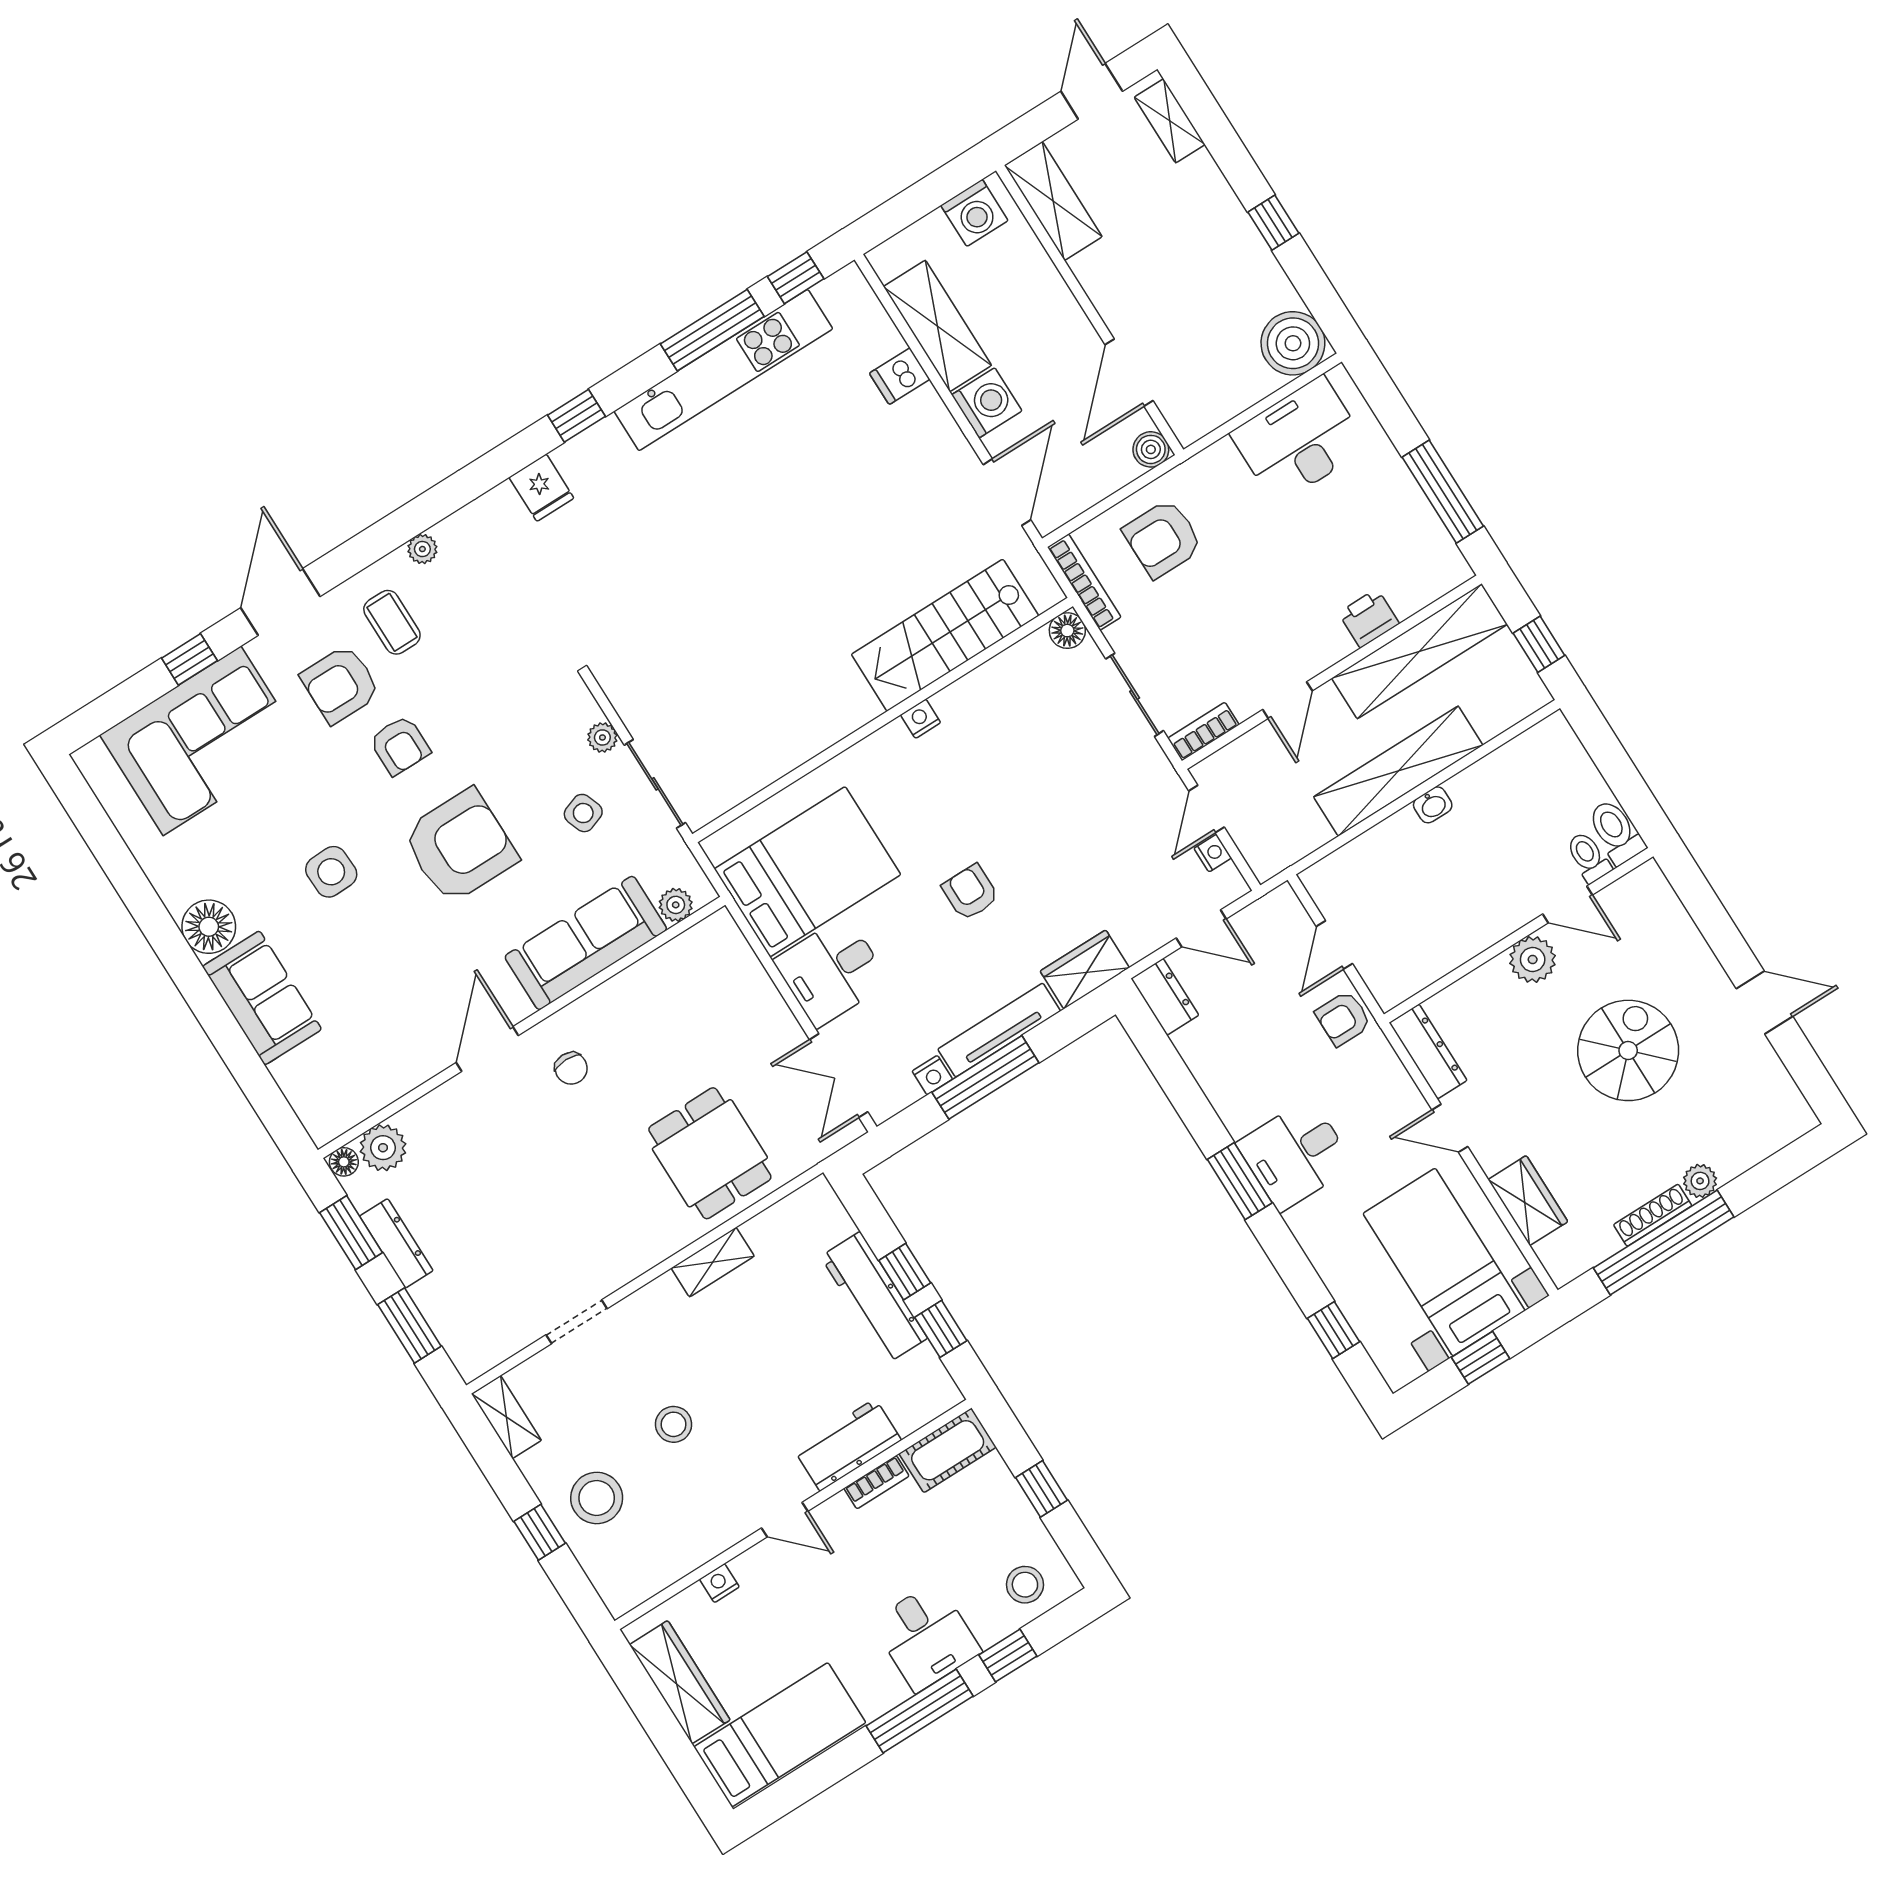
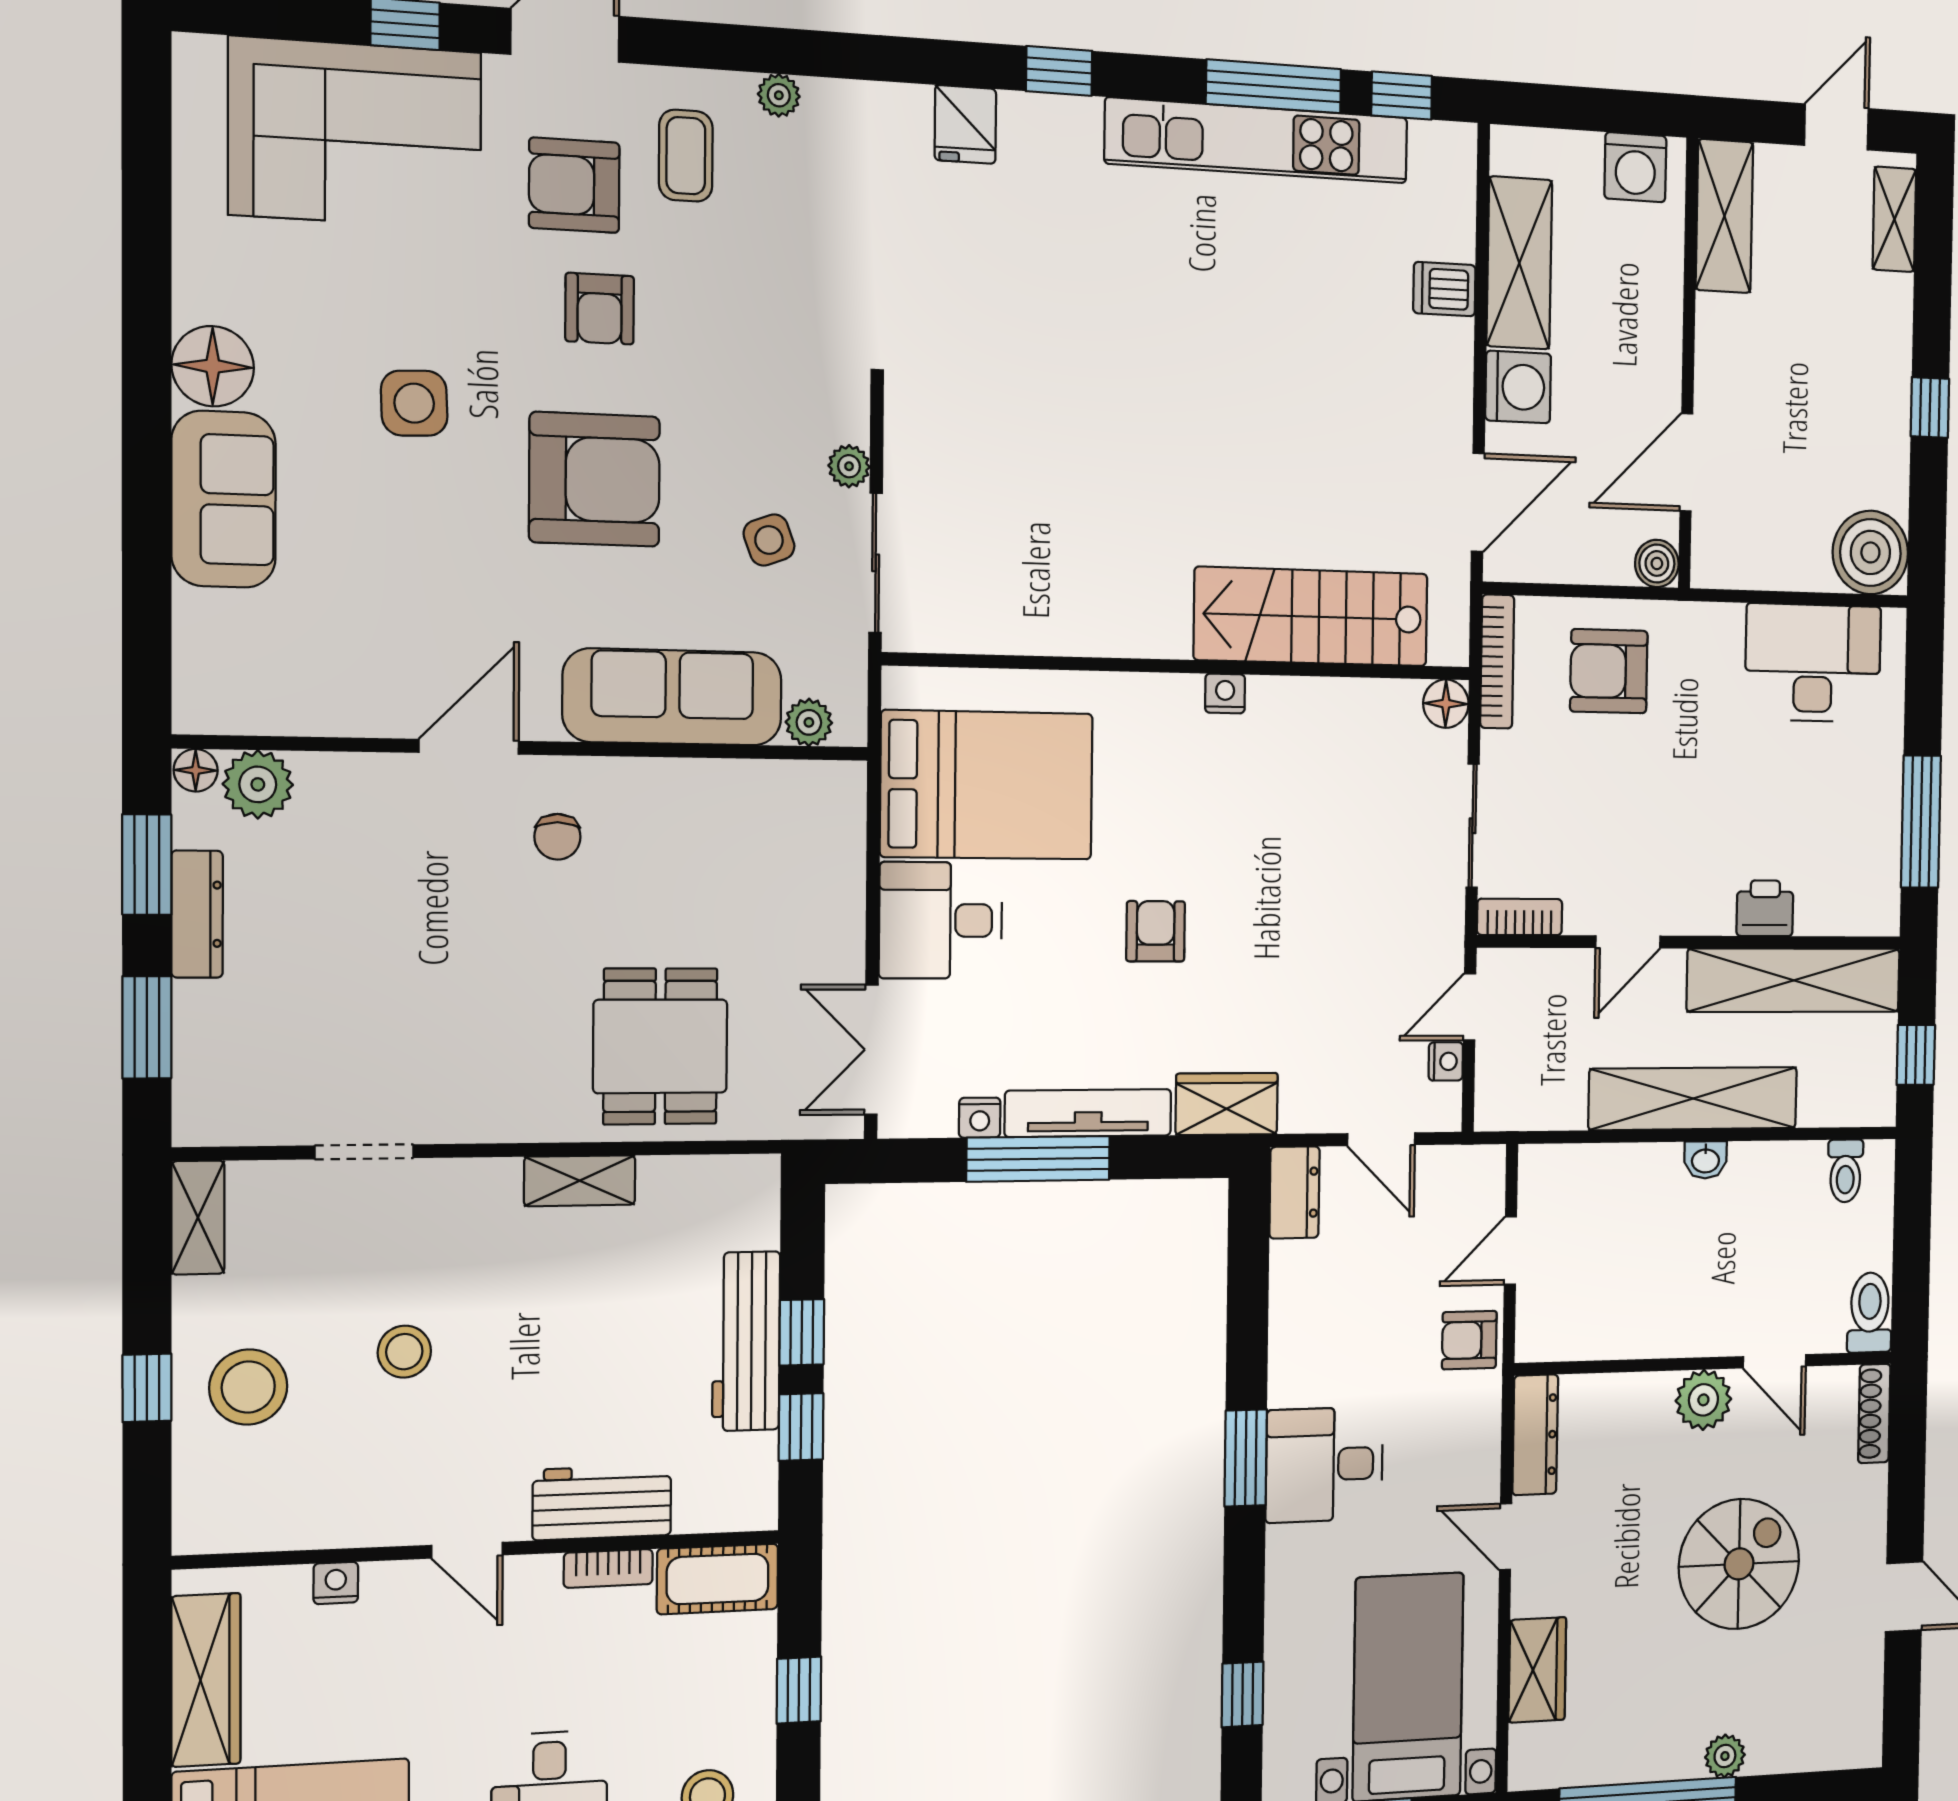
toilet: (1588, 857) -> (1845, 1171), moved, turned 180
shoe rack: (1653, 1215) -> (1874, 1413), moved, turned -90

